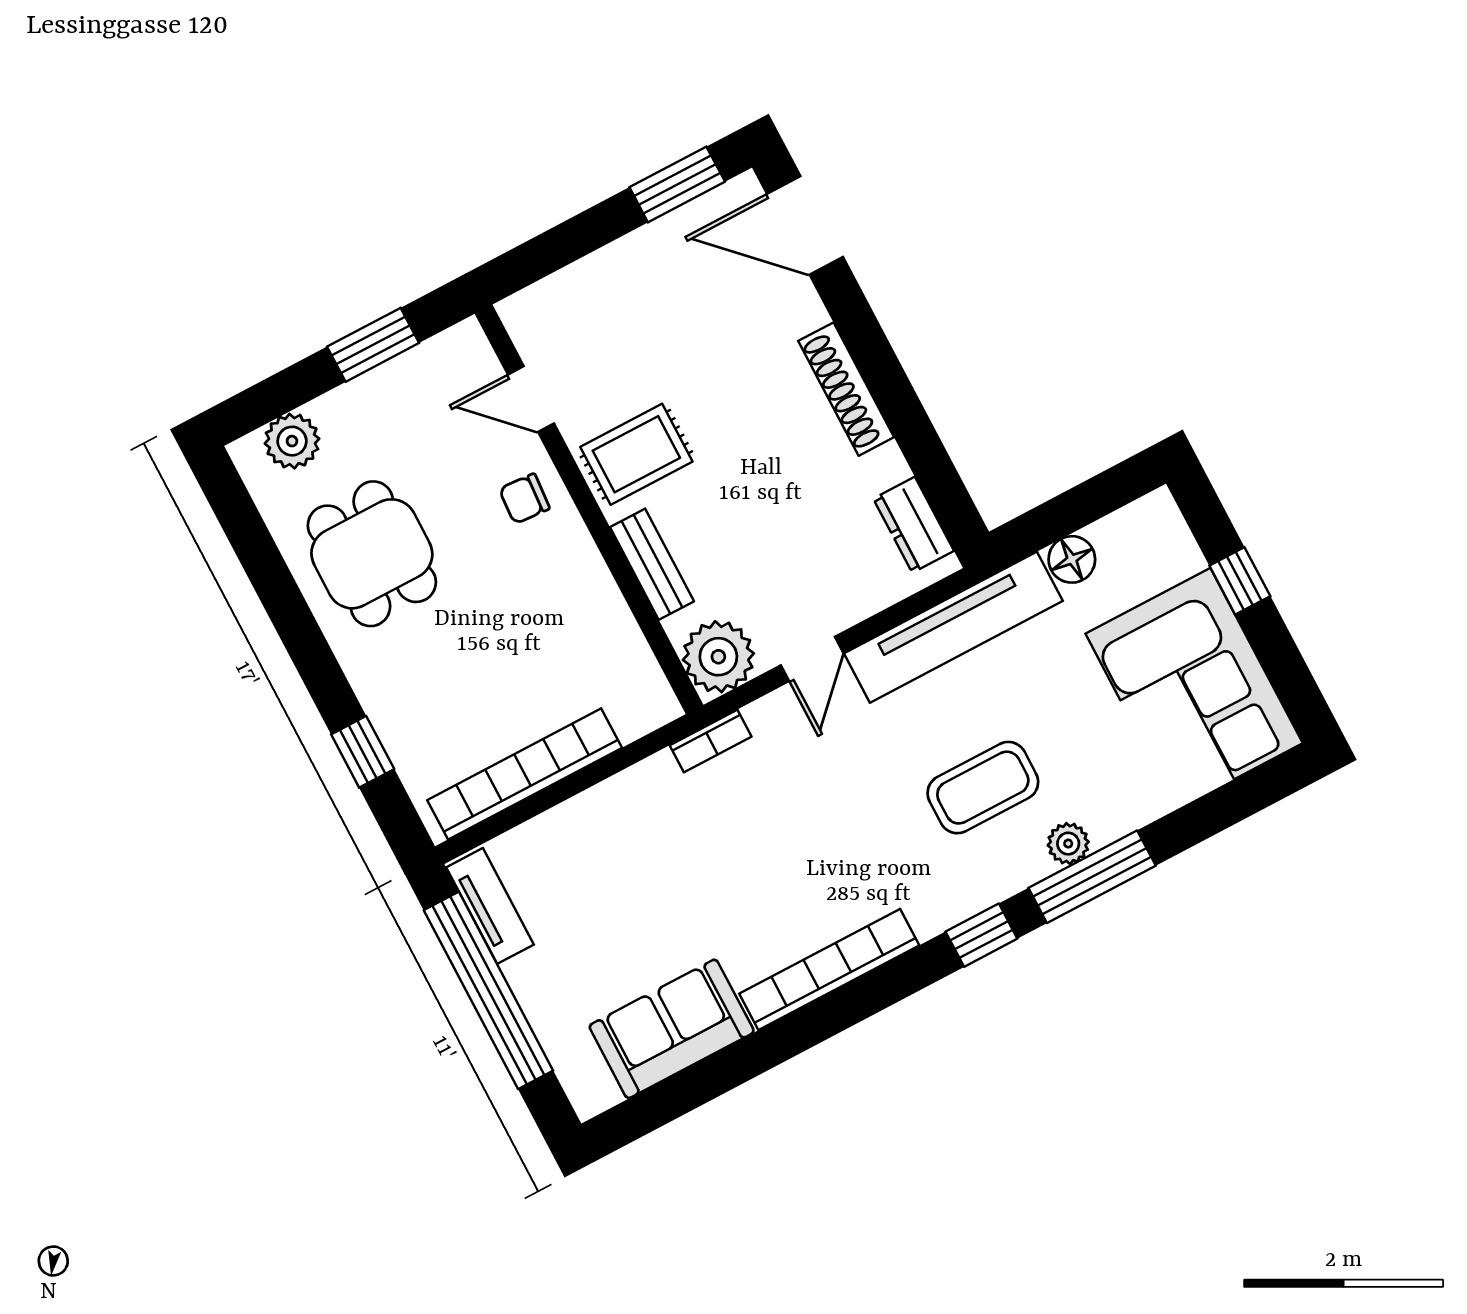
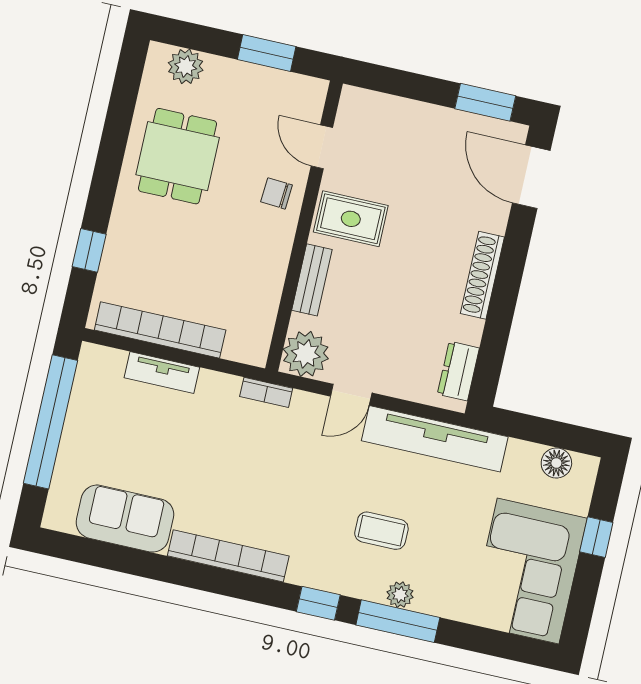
floor lamp: (1072, 559) -> (556, 463), moved
coffee table: (983, 788) -> (381, 531), width x0.73, depth x0.77
tv unit: (490, 906) -> (162, 373), moved, turned 90

